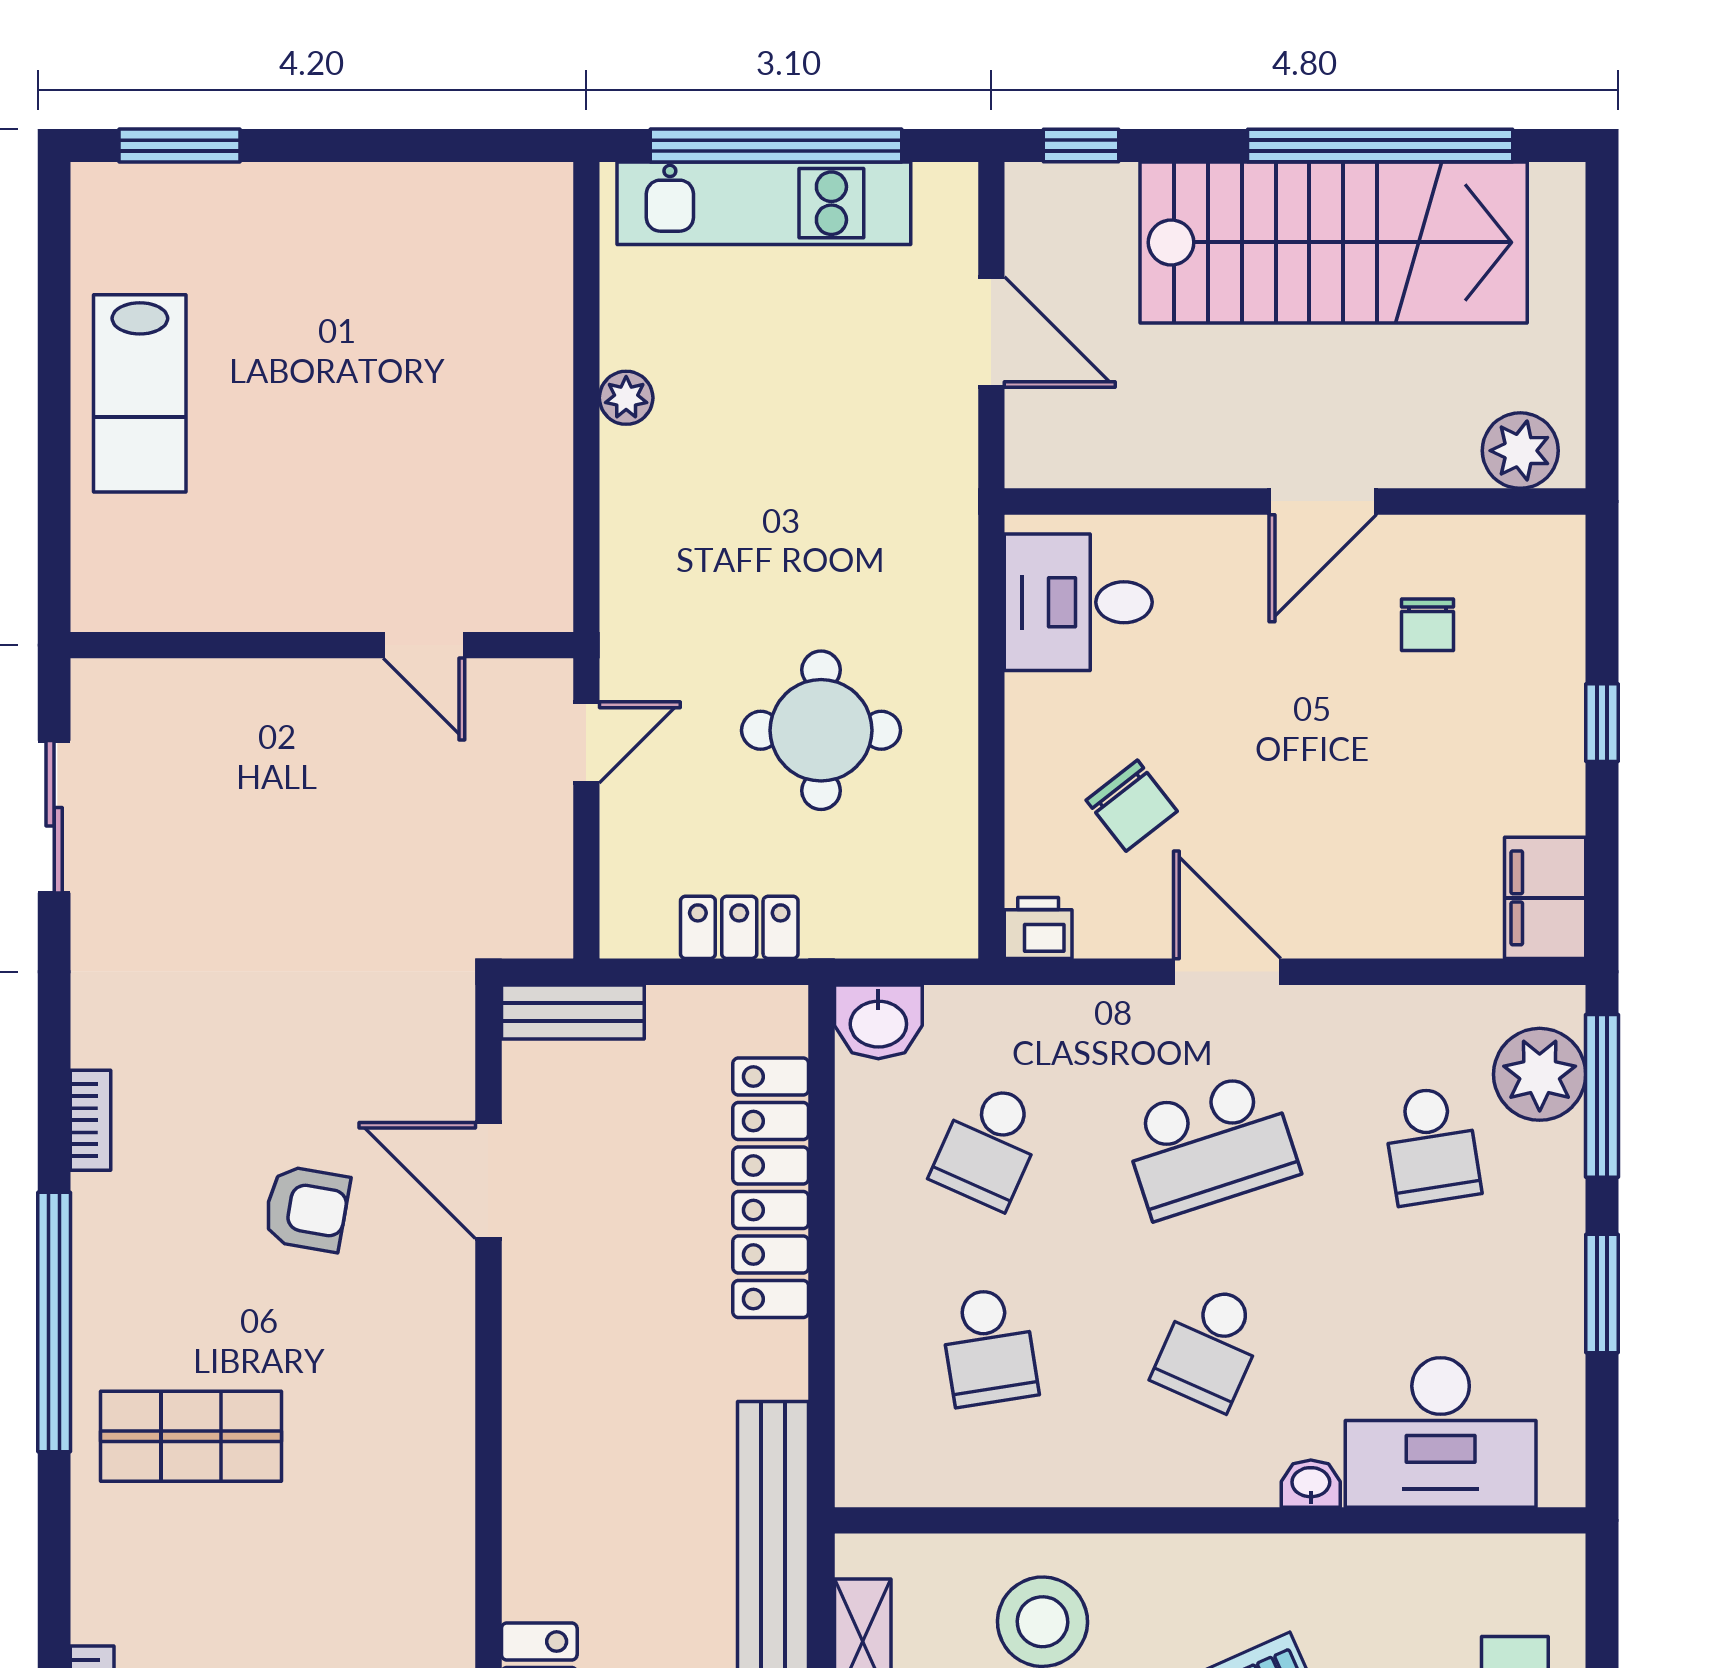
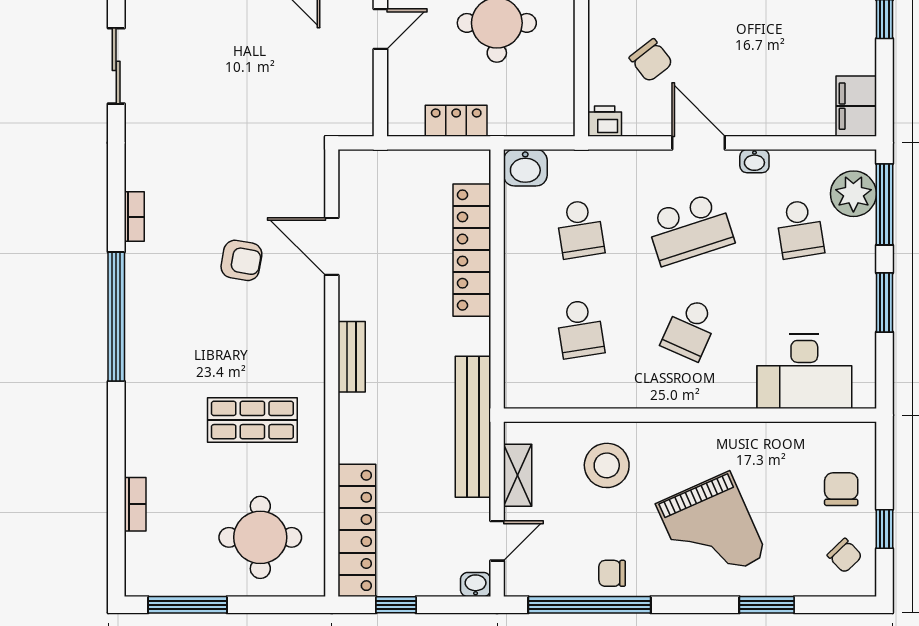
bench: (573, 1012) -> (352, 357), moved, turned 90
school desk: (989, 1145) -> (580, 229), turned -33
shop shelf: (191, 1436) -> (252, 420), moved
washbasin: (1311, 1484) -> (754, 161), moved, turned 180

